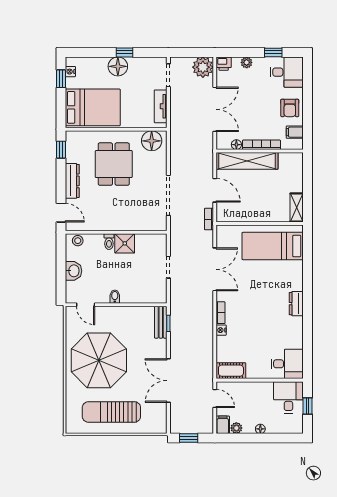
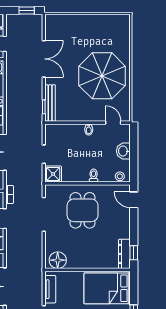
dining table: (114, 164) -> (83, 210), moved
dresser: (72, 181) -> (124, 254), moved
shower: (125, 243) -> (53, 174), moved
bench: (161, 322) -> (50, 103), width x1.36
sun lounger: (111, 412) -> (91, 32), removed

